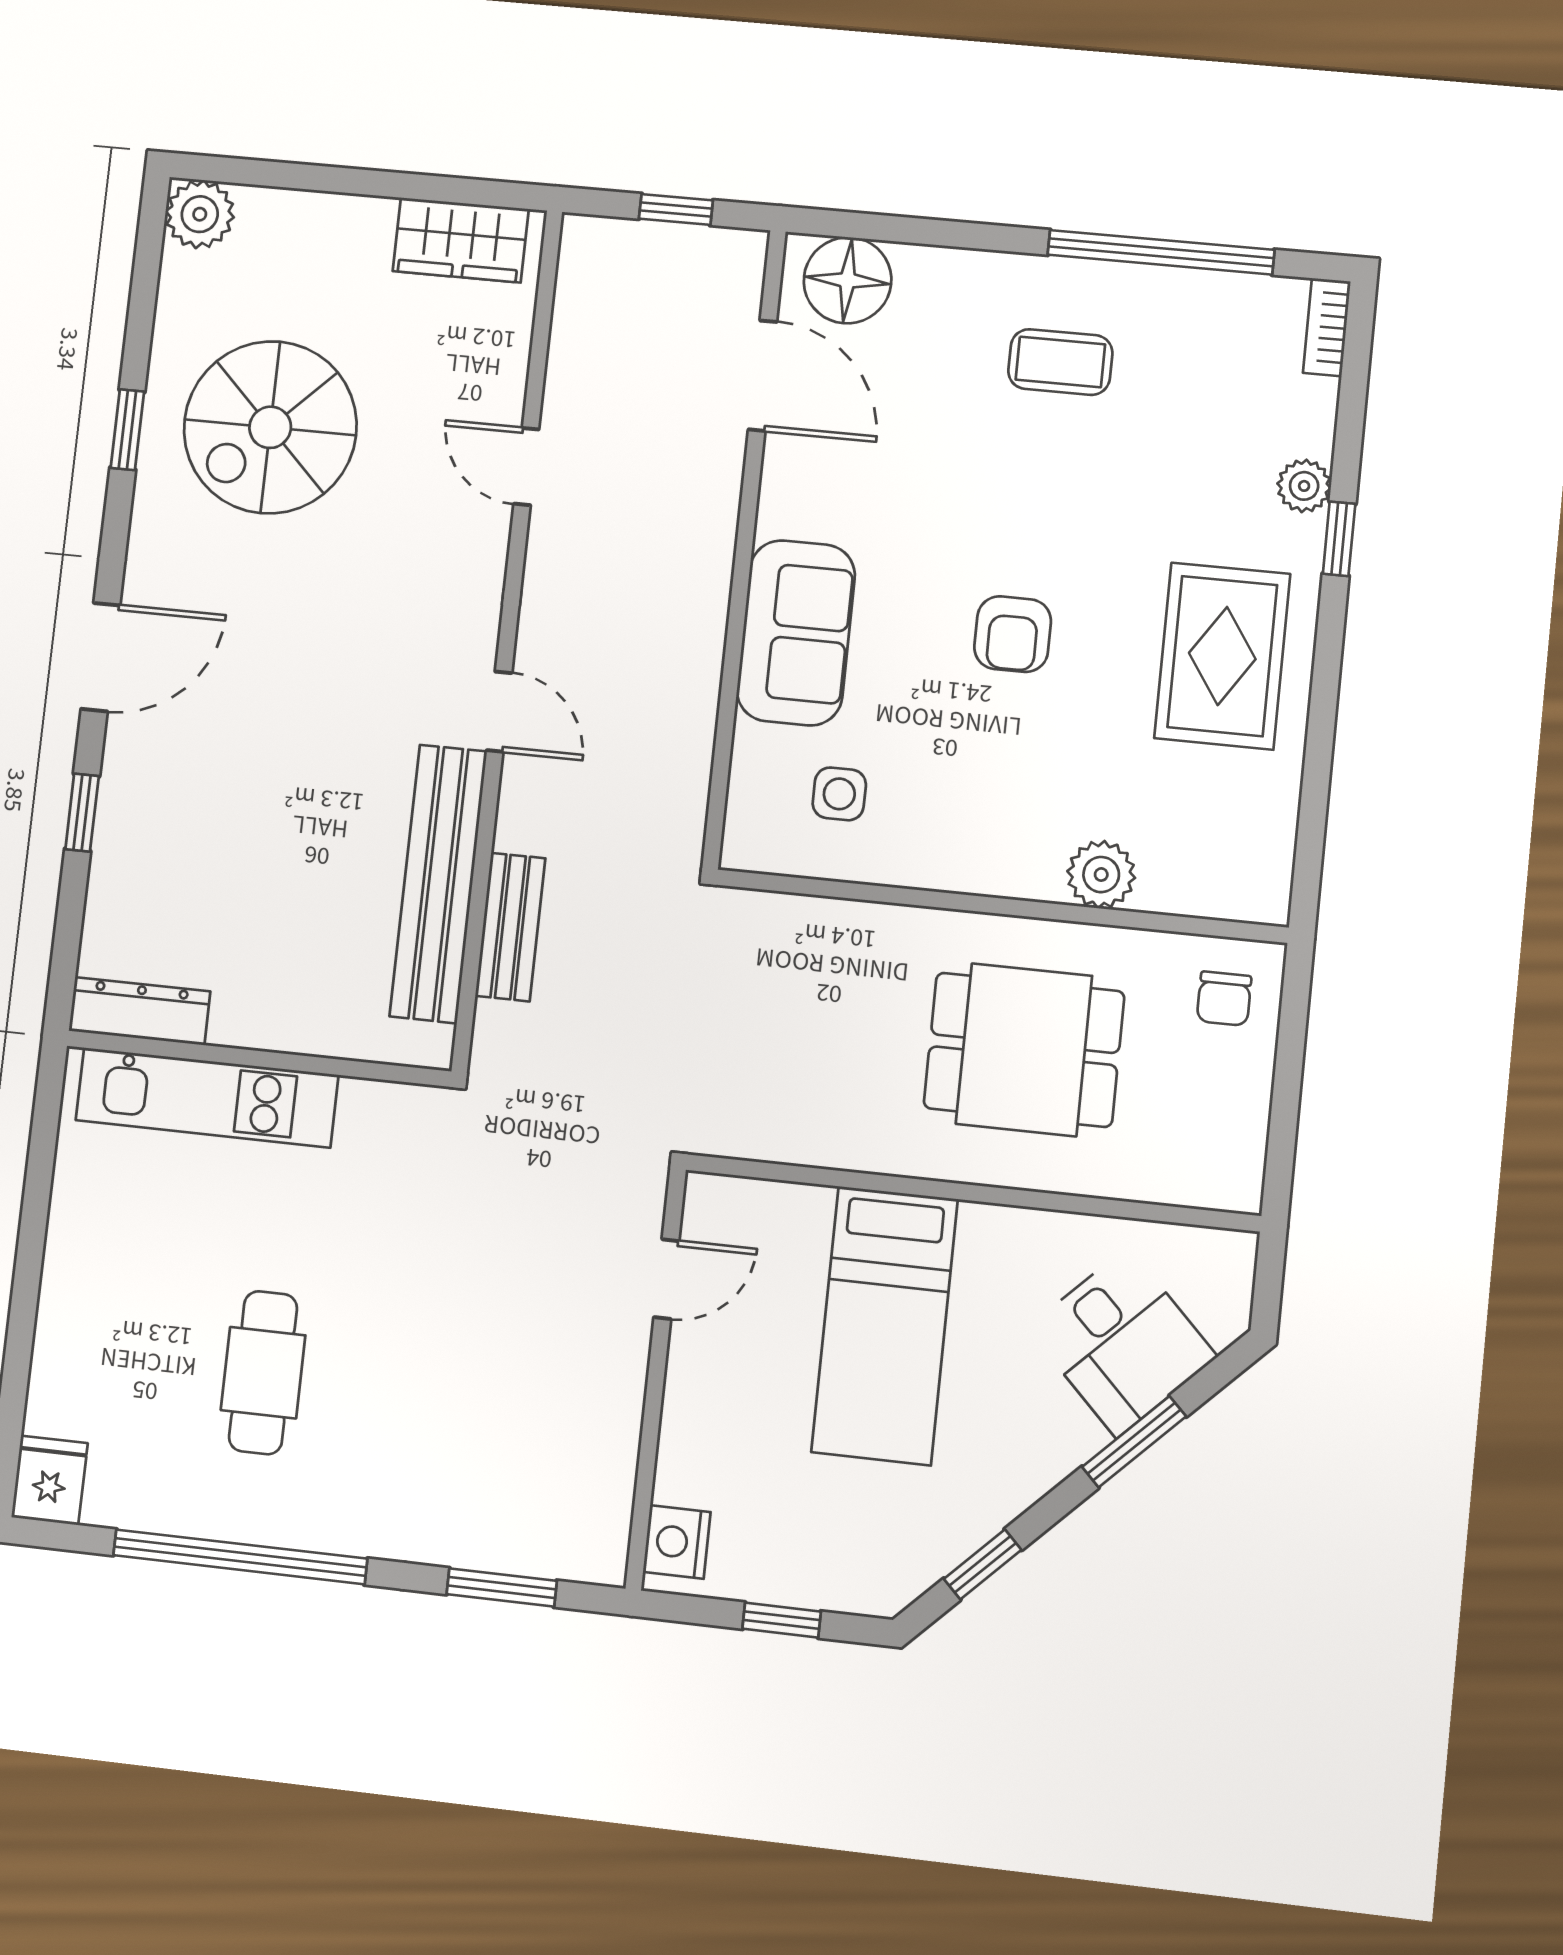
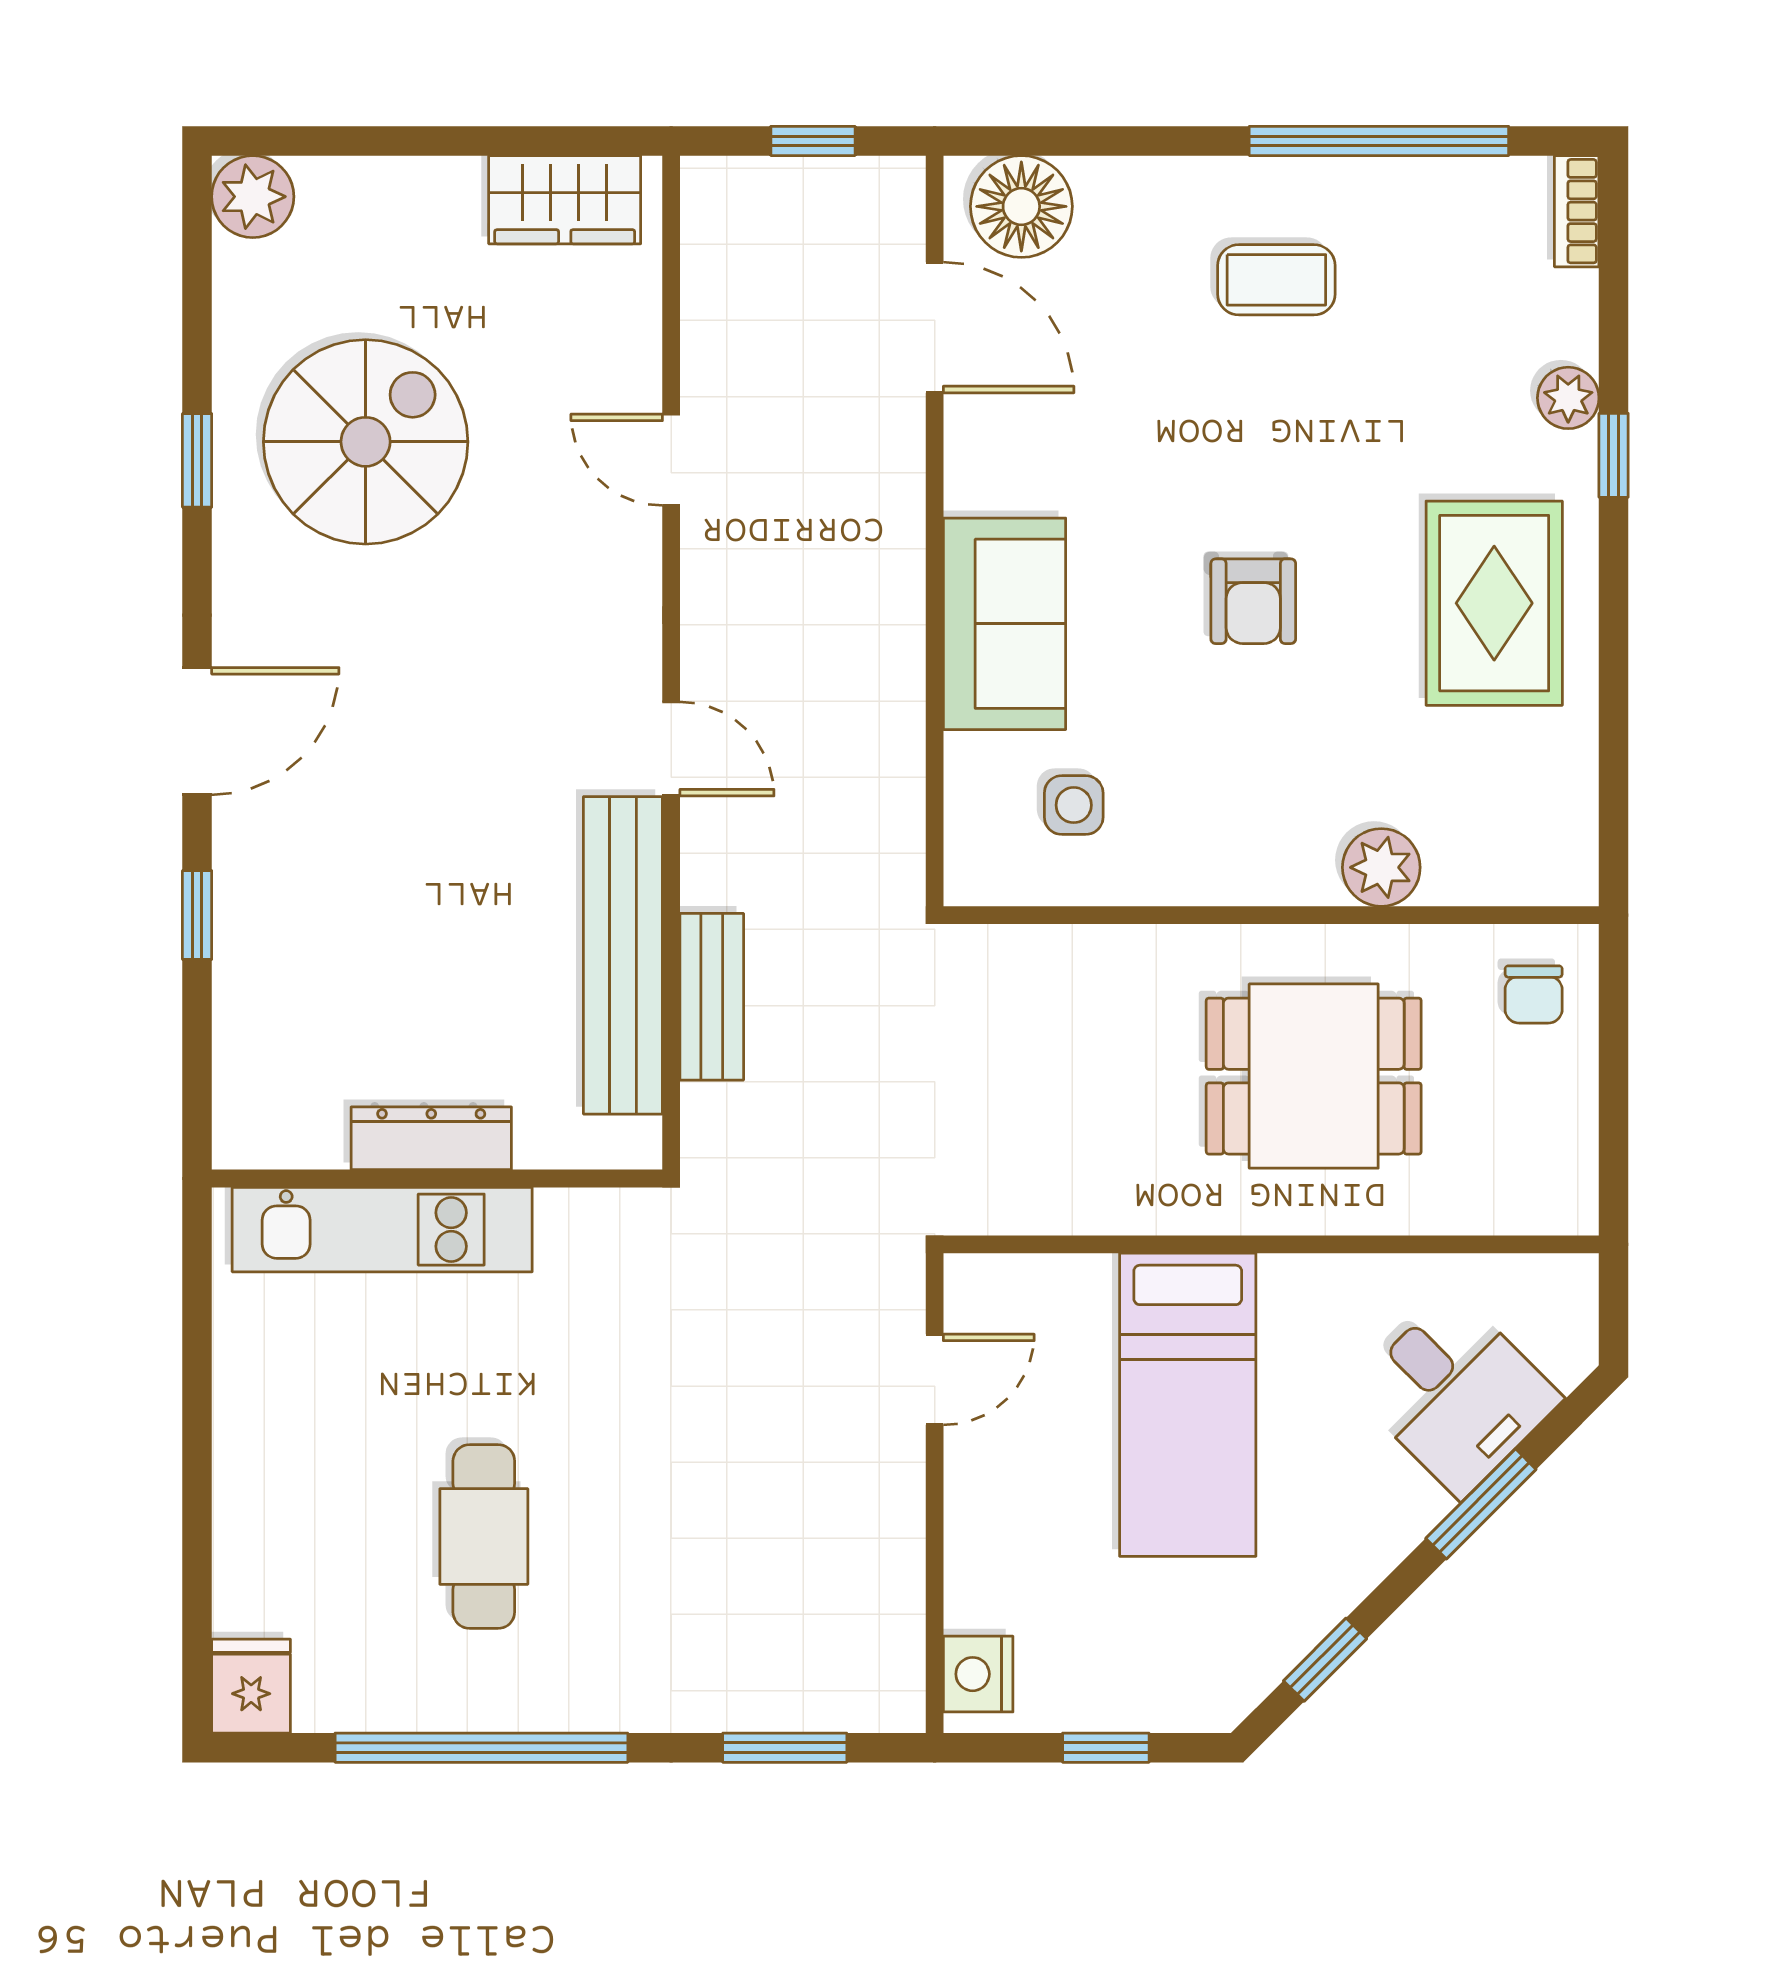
spiral stairs: (270, 427) -> (366, 442), turned 180
dresser: (140, 1011) -> (431, 1138), moved

